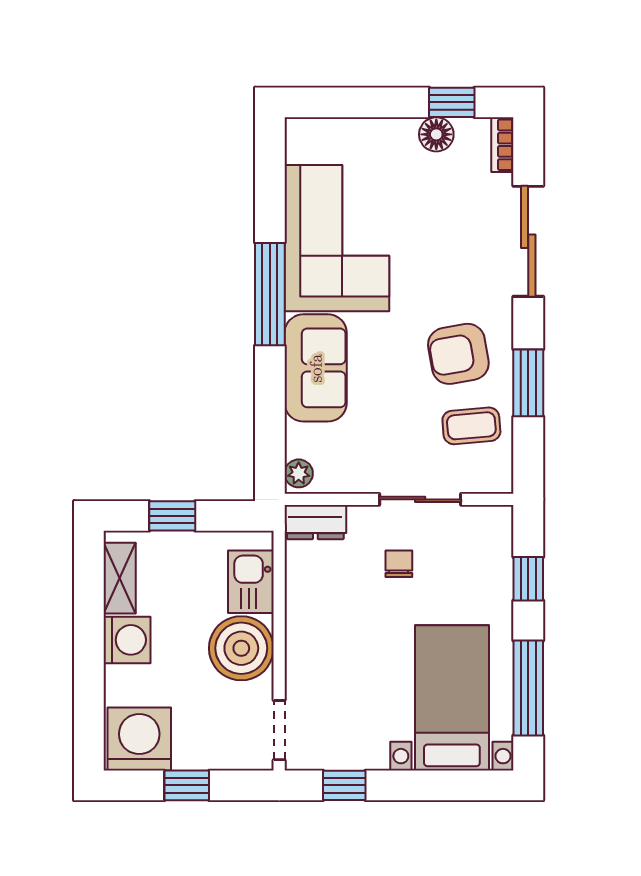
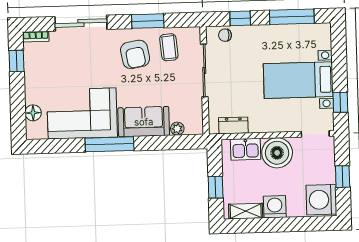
floor lamp: (436, 134) -> (33, 113), moved
plant: (299, 473) -> (177, 129), moved
sliding door: (420, 499) -> (204, 70), width x1.37
dresser: (315, 522) -> (233, 125), moved, turned -90
chair: (399, 564) -> (225, 35), moved
bed with nightstands: (452, 698) -> (298, 80), moved

